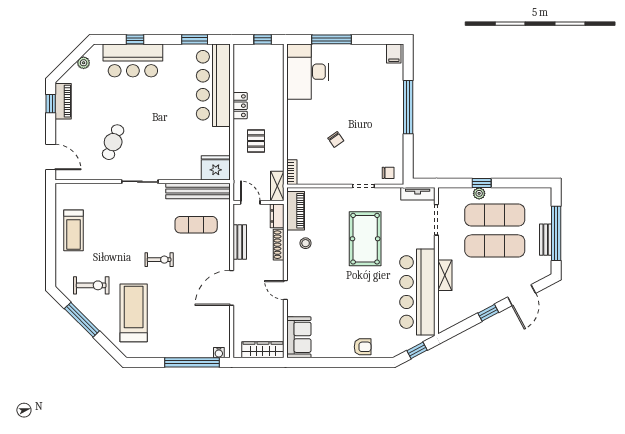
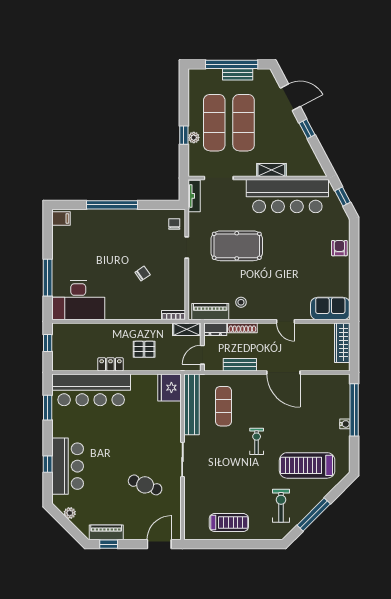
door: (285, 290) -> (285, 321), hinge flipped
water cooler: (219, 353) -> (345, 424), moved

